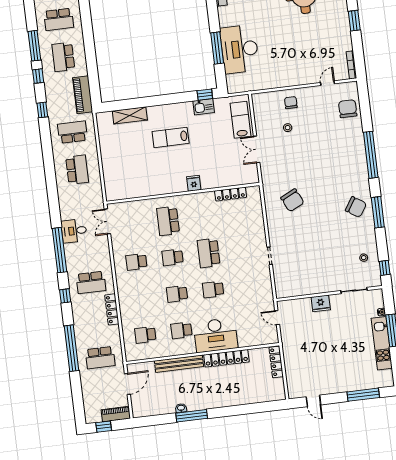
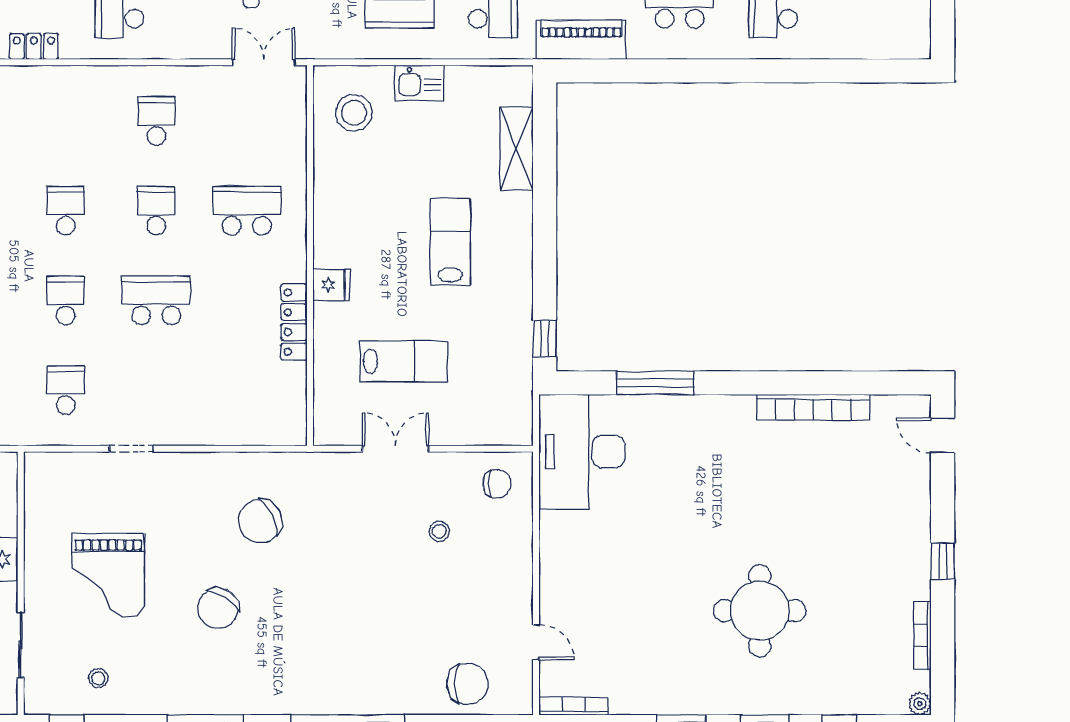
desk: (240, 49) -> (582, 452), moved, turned -90
chair: (291, 103) -> (497, 484), moved
kitchen sink: (204, 107) -> (419, 83), moved, turned -90
lab bench: (240, 120) -> (404, 361), moved
stool: (123, 183) -> (354, 113), added
locker: (231, 194) -> (294, 322), moved
chair: (356, 207) -> (218, 608), moved
grand piano: (322, 259) -> (108, 575), added
school desk: (249, 285) -> (66, 390), added
locker: (112, 309) -> (34, 46), width x0.66

